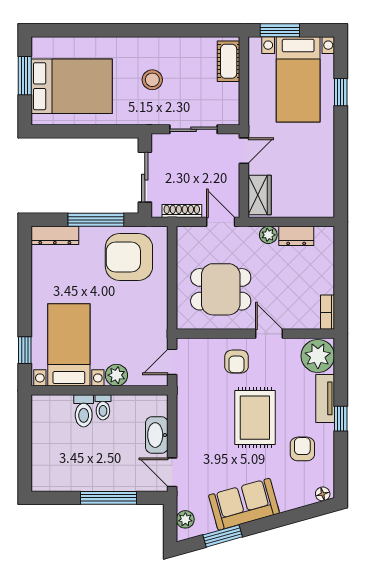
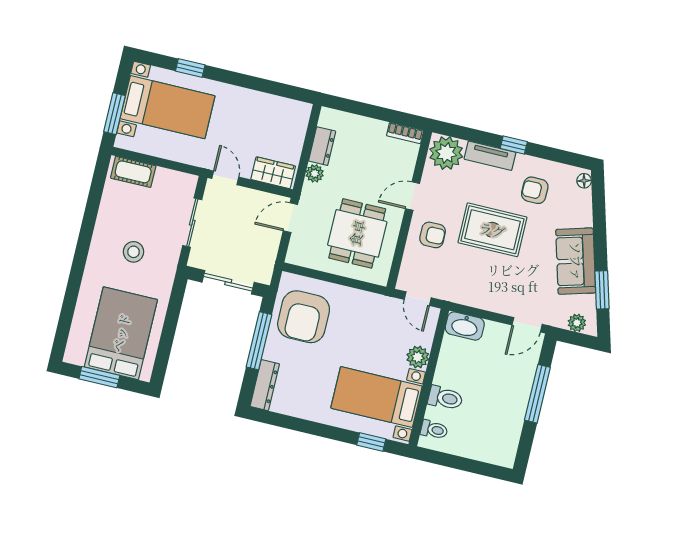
shoe rack: (182, 211) -> (271, 253), removed
toilet: (103, 407) -> (434, 430), moved
washbasin: (157, 435) -> (465, 326), moved

